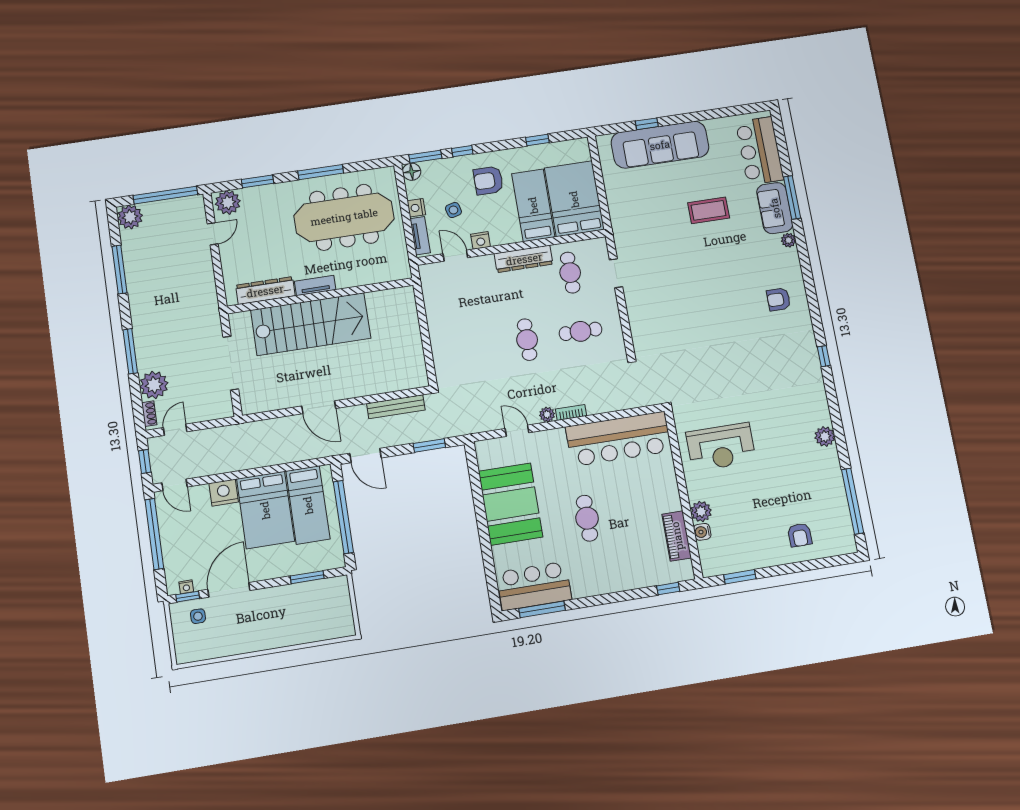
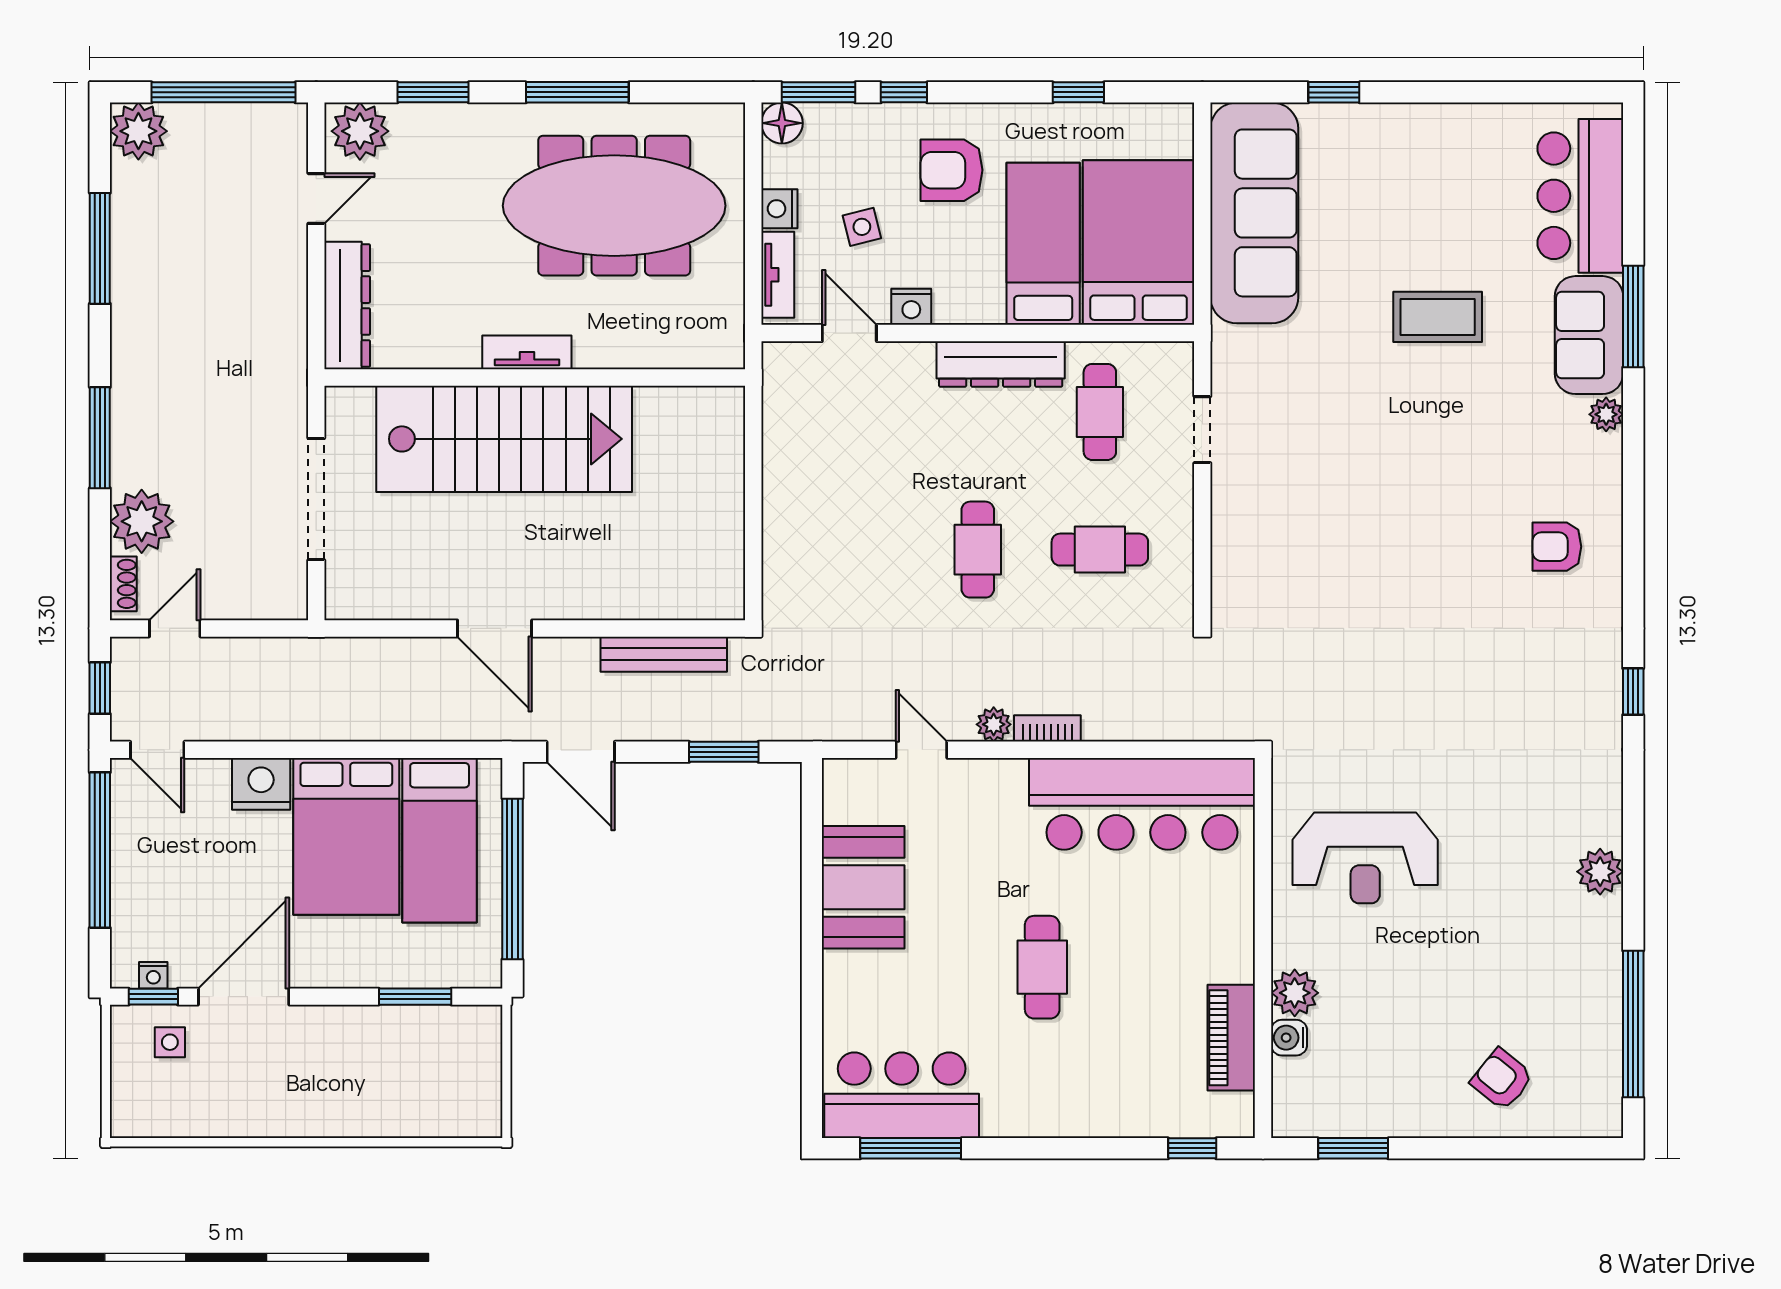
sofa: (660, 145) -> (1254, 213), moved, turned -90
dresser: (265, 291) -> (347, 306), moved, turned 90
booth: (511, 504) -> (863, 887), width x0.73, depth x0.70
armchair: (800, 535) -> (1502, 1079), turned 129

